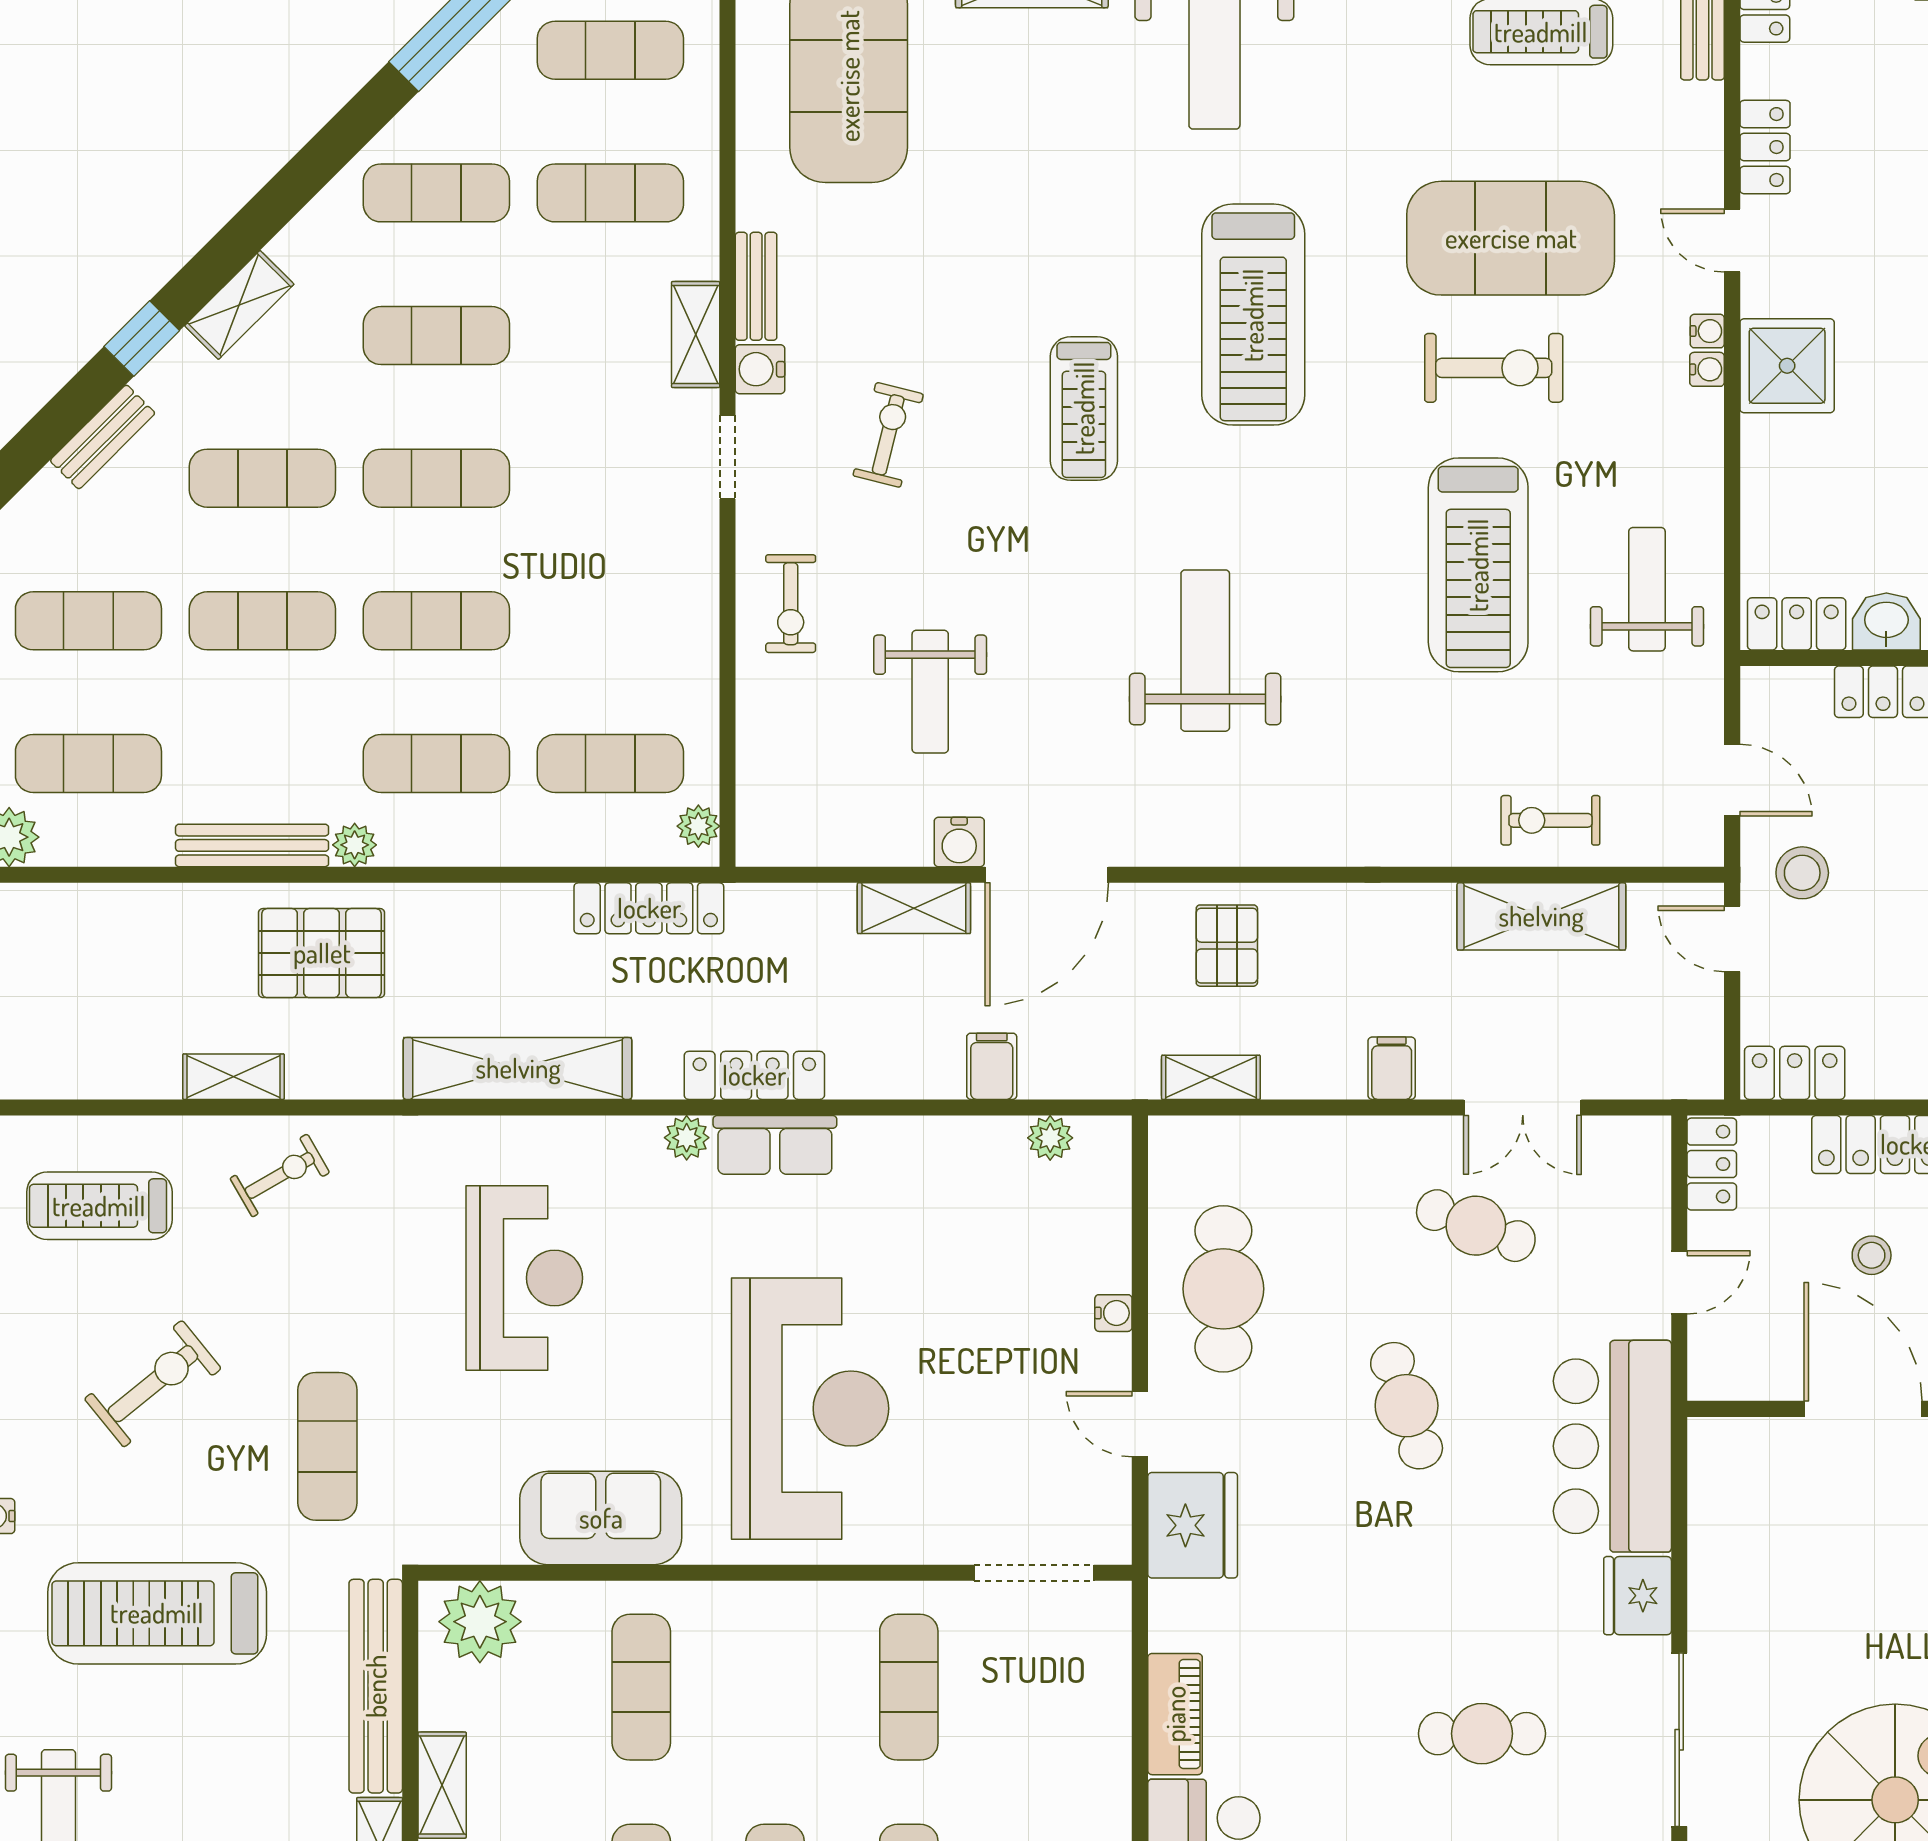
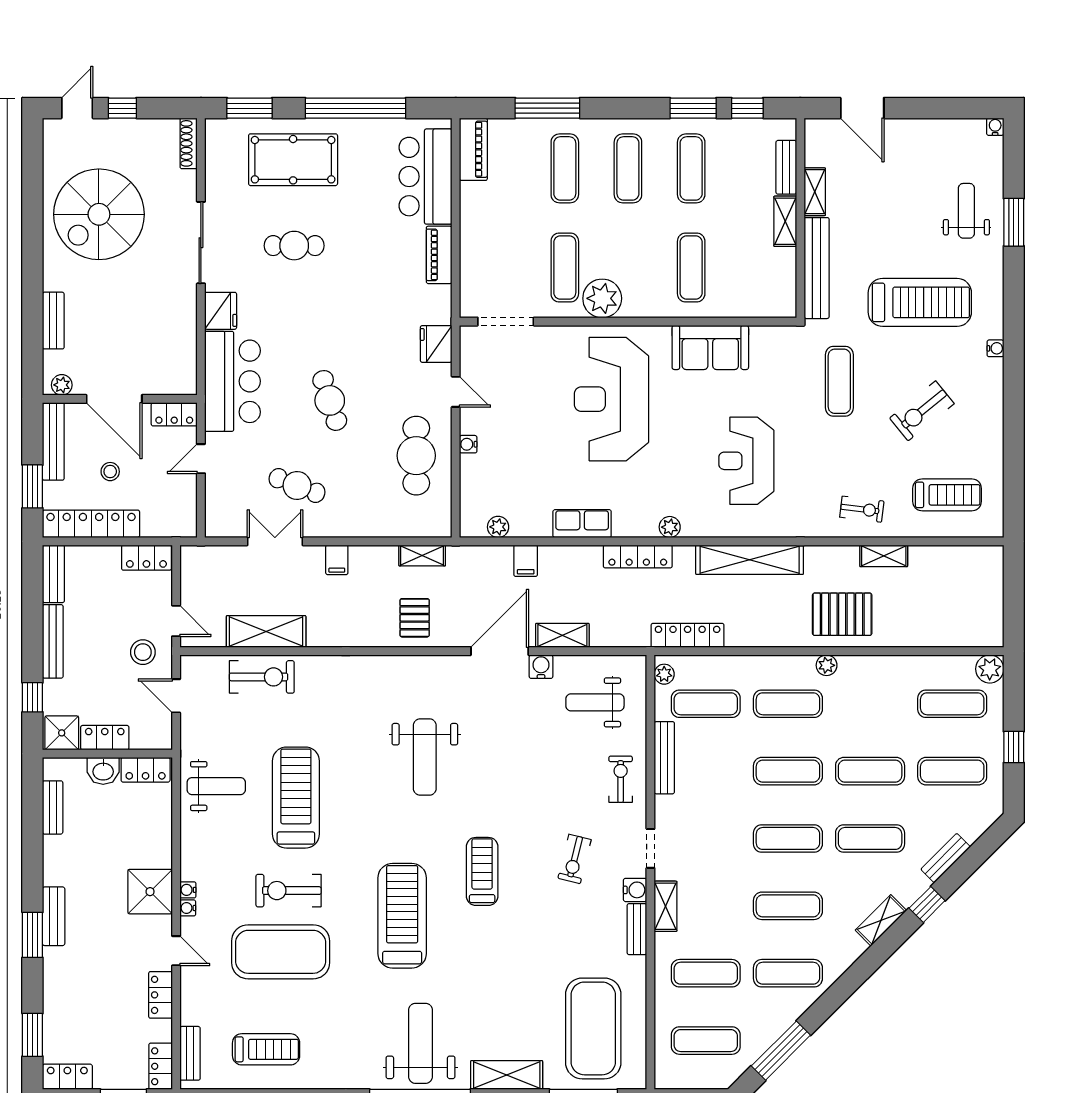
weight bench: (1647, 589) -> (216, 786), turned -90
weight bench: (930, 692) -> (595, 702), moved, turned -90
exercise bike: (1550, 820) -> (262, 677), width x1.38, depth x1.39
bench: (252, 845) -> (664, 758), moved, turned 90
row of seats: (775, 1145) -> (582, 524), moved
locker: (1712, 1164) -> (174, 414), moved, turned -90
exercise bike: (280, 1175) -> (862, 509), turned -143
fridge: (1193, 1525) -> (436, 344), width x0.73, depth x0.75
plant: (480, 1622) -> (602, 298), moved

